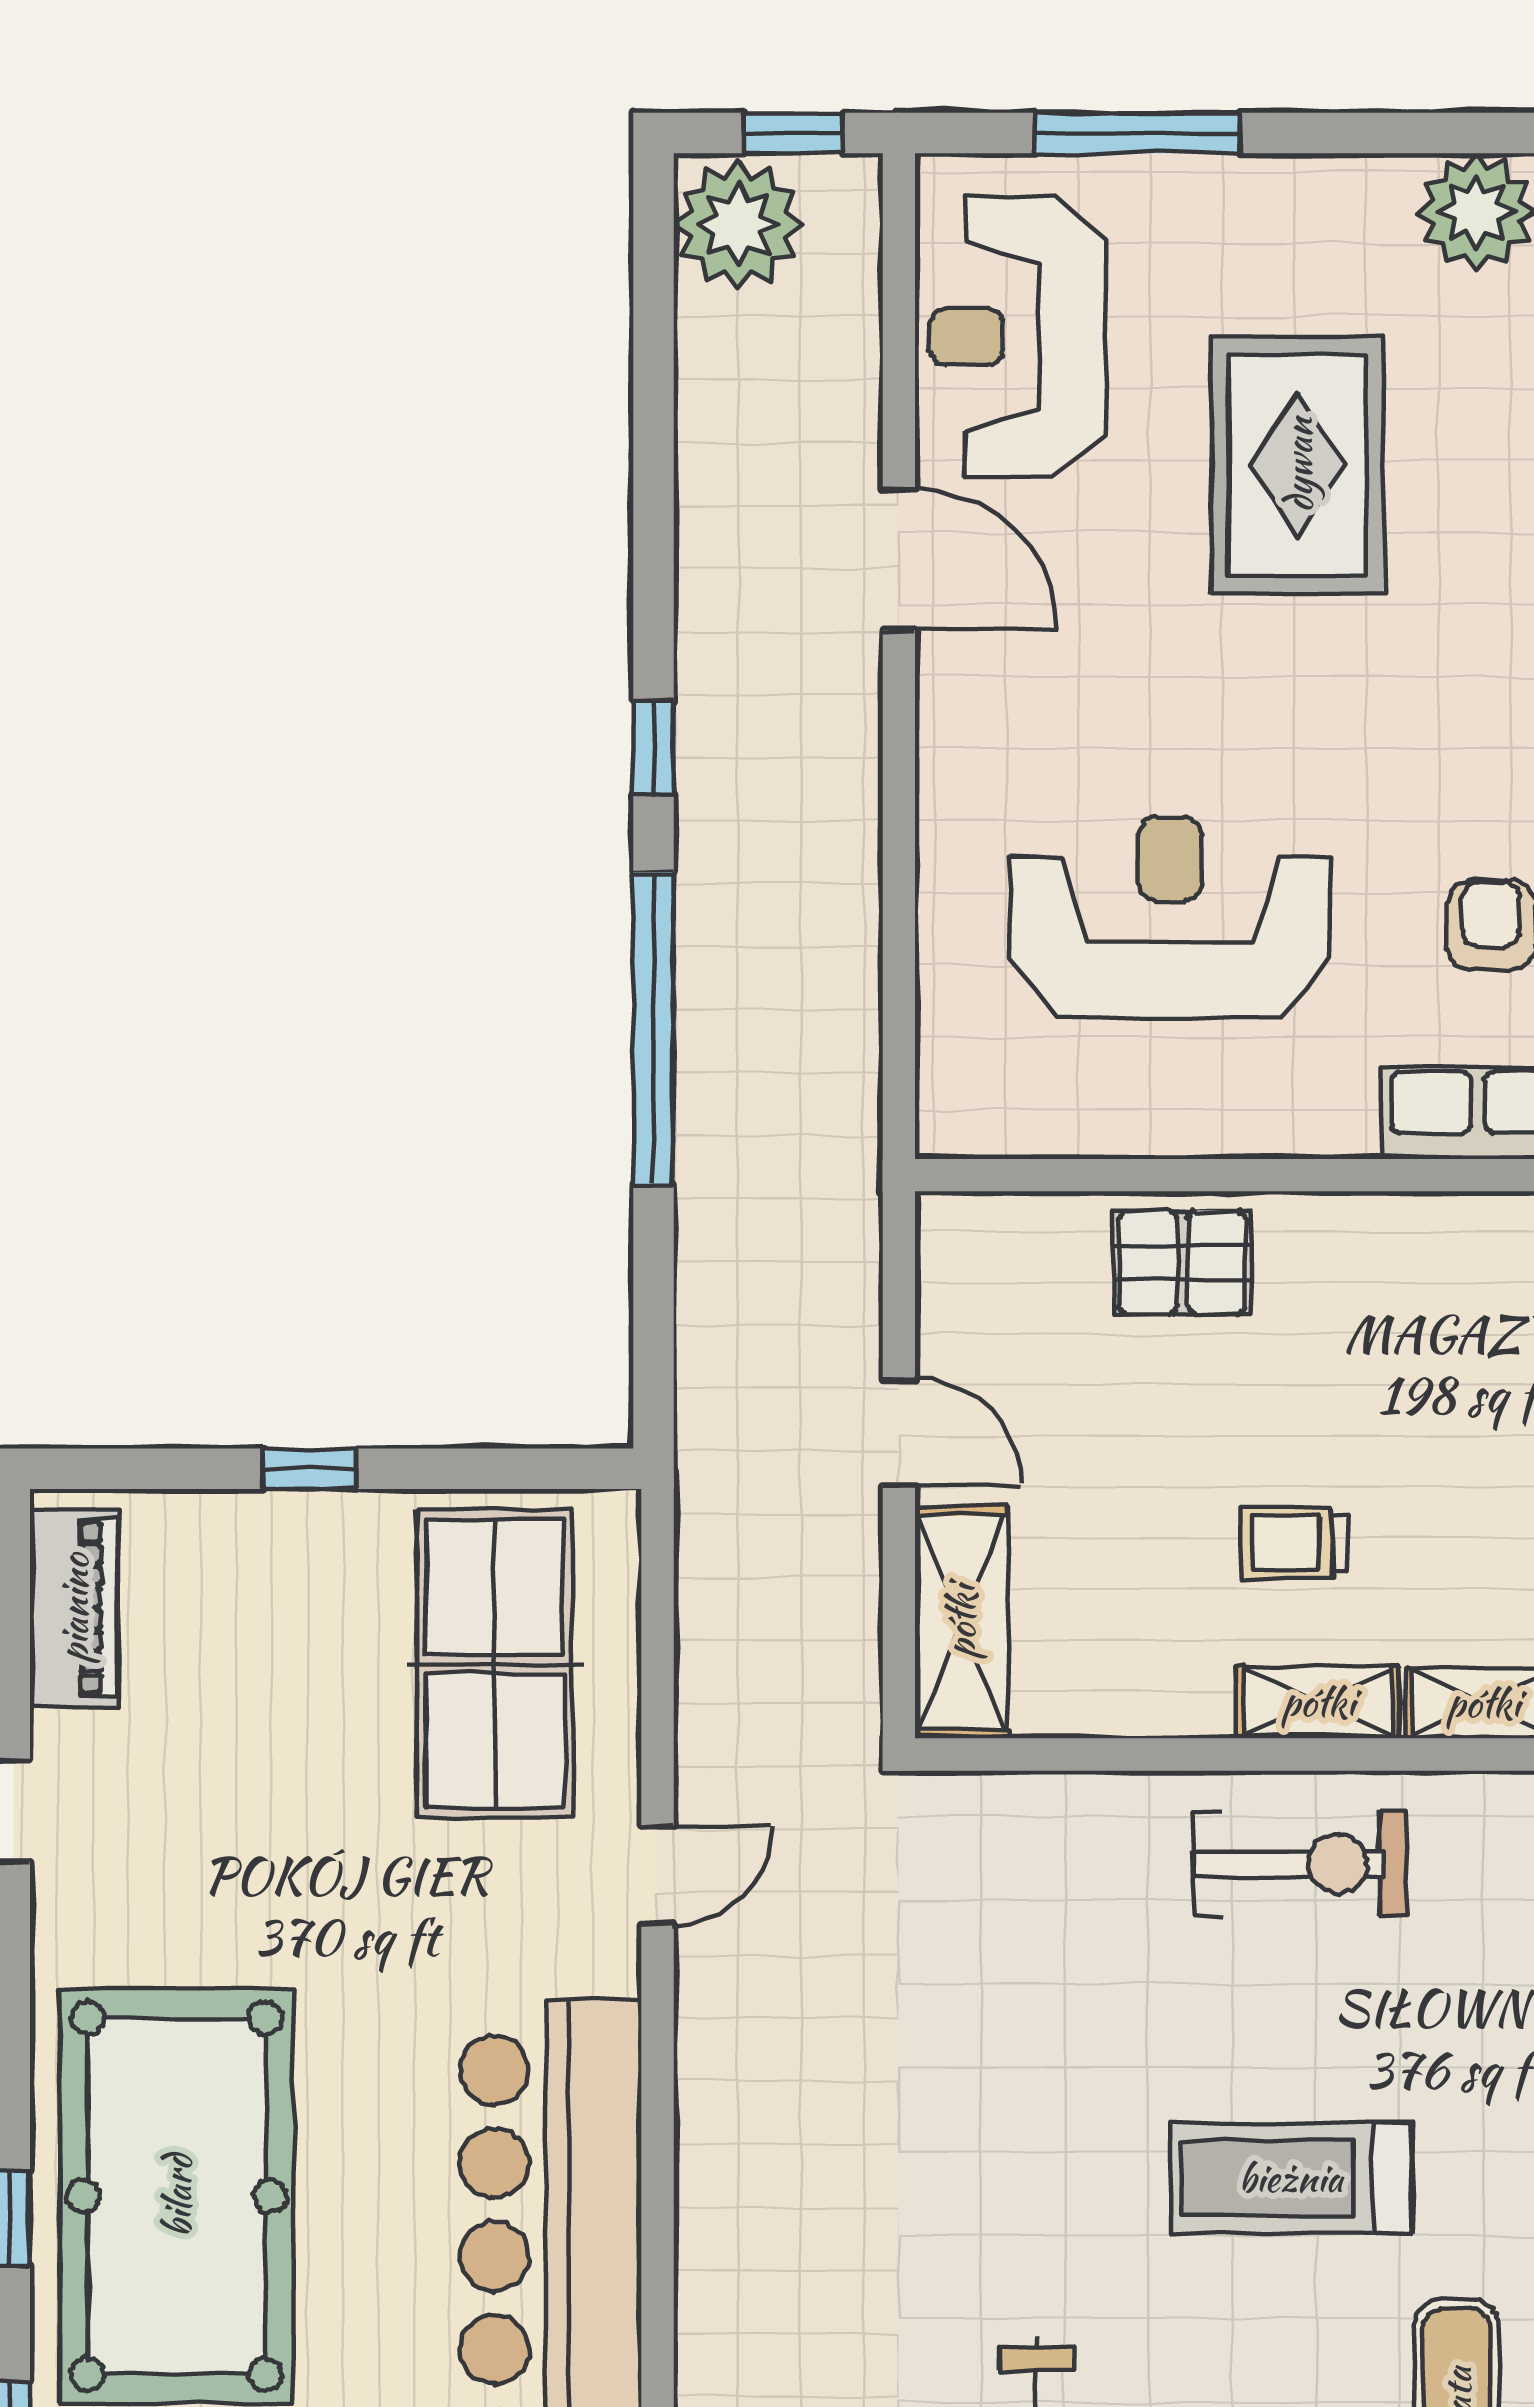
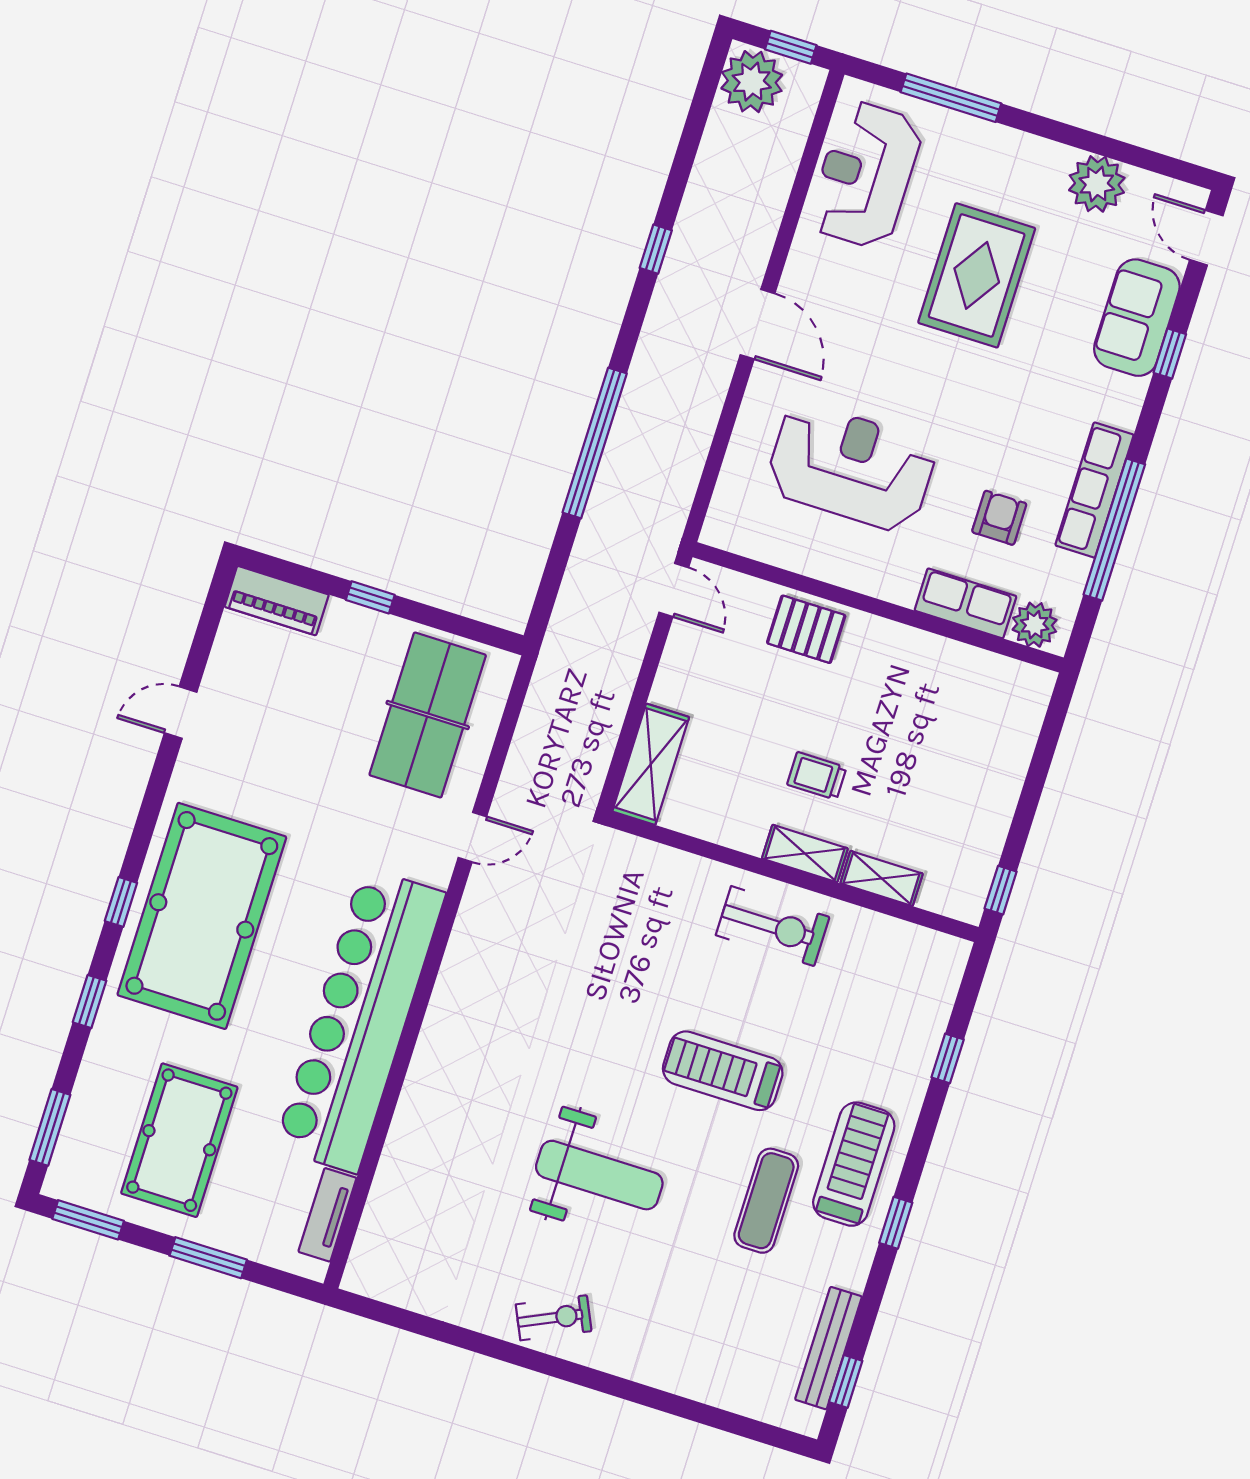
door: (899, 559) -> (758, 324), moved
window: (653, 748) -> (656, 249), moved
door: (899, 1432) -> (674, 590), moved
piano: (74, 1608) -> (277, 601), moved, turned 90

